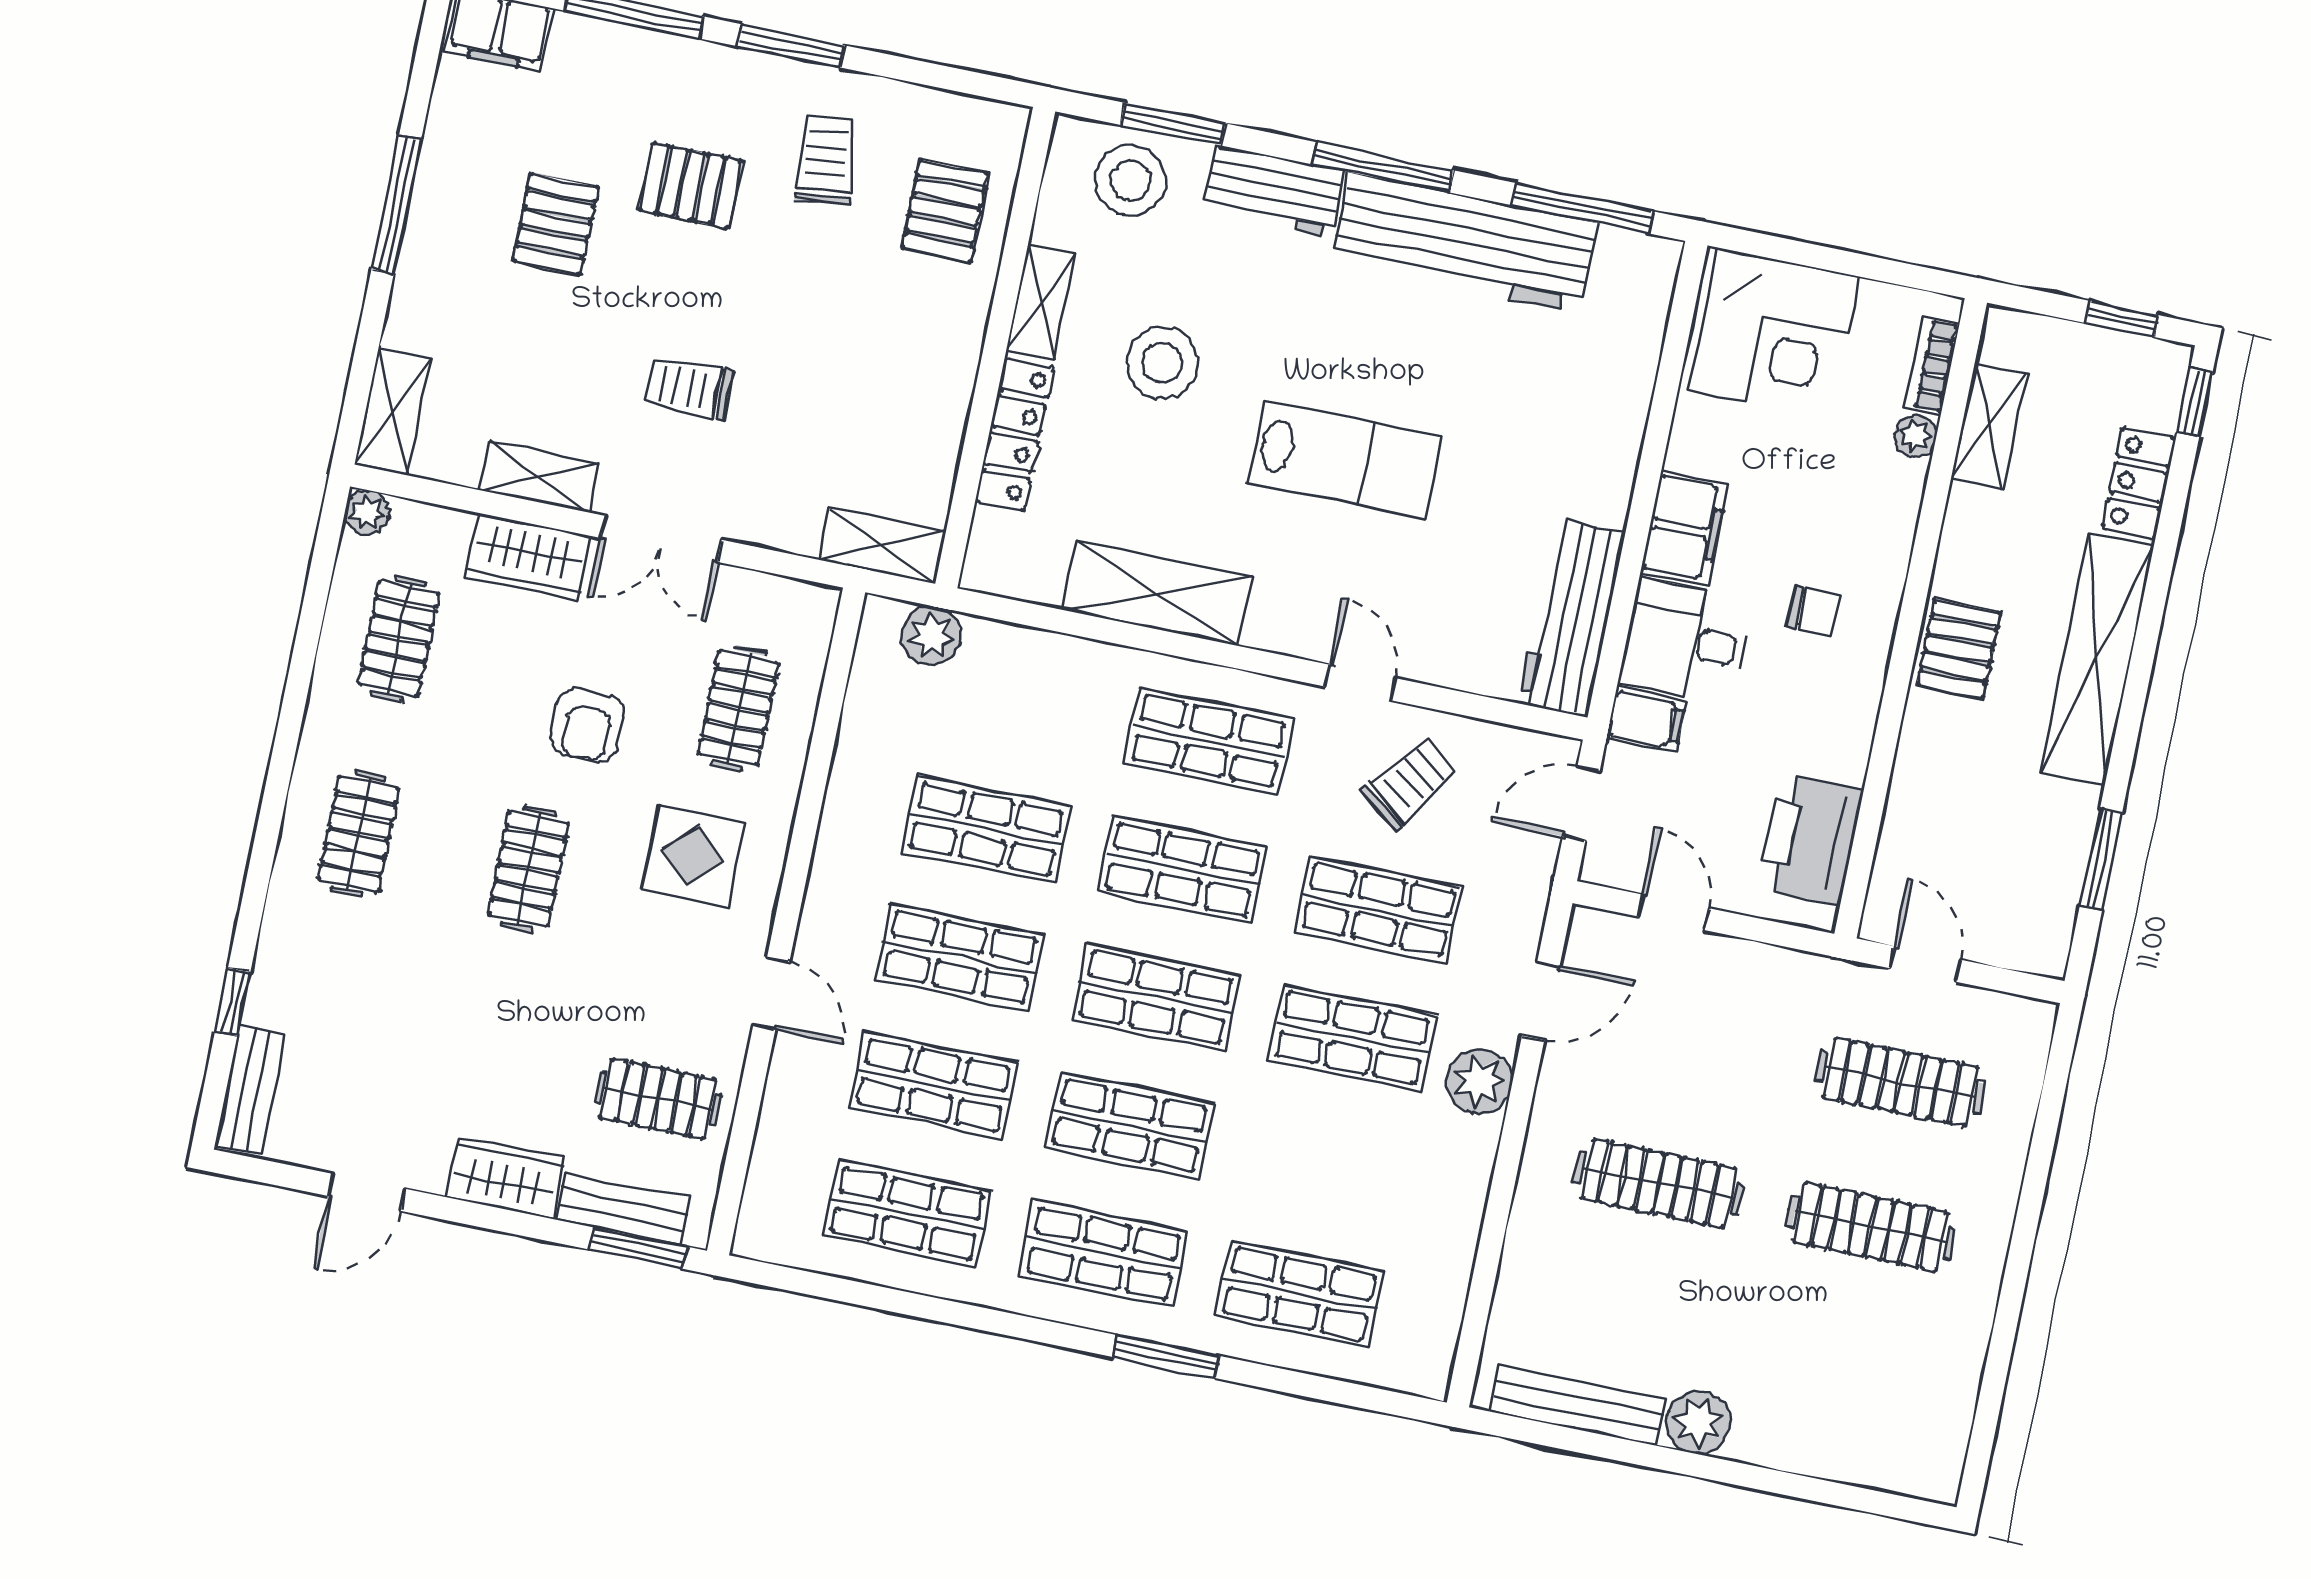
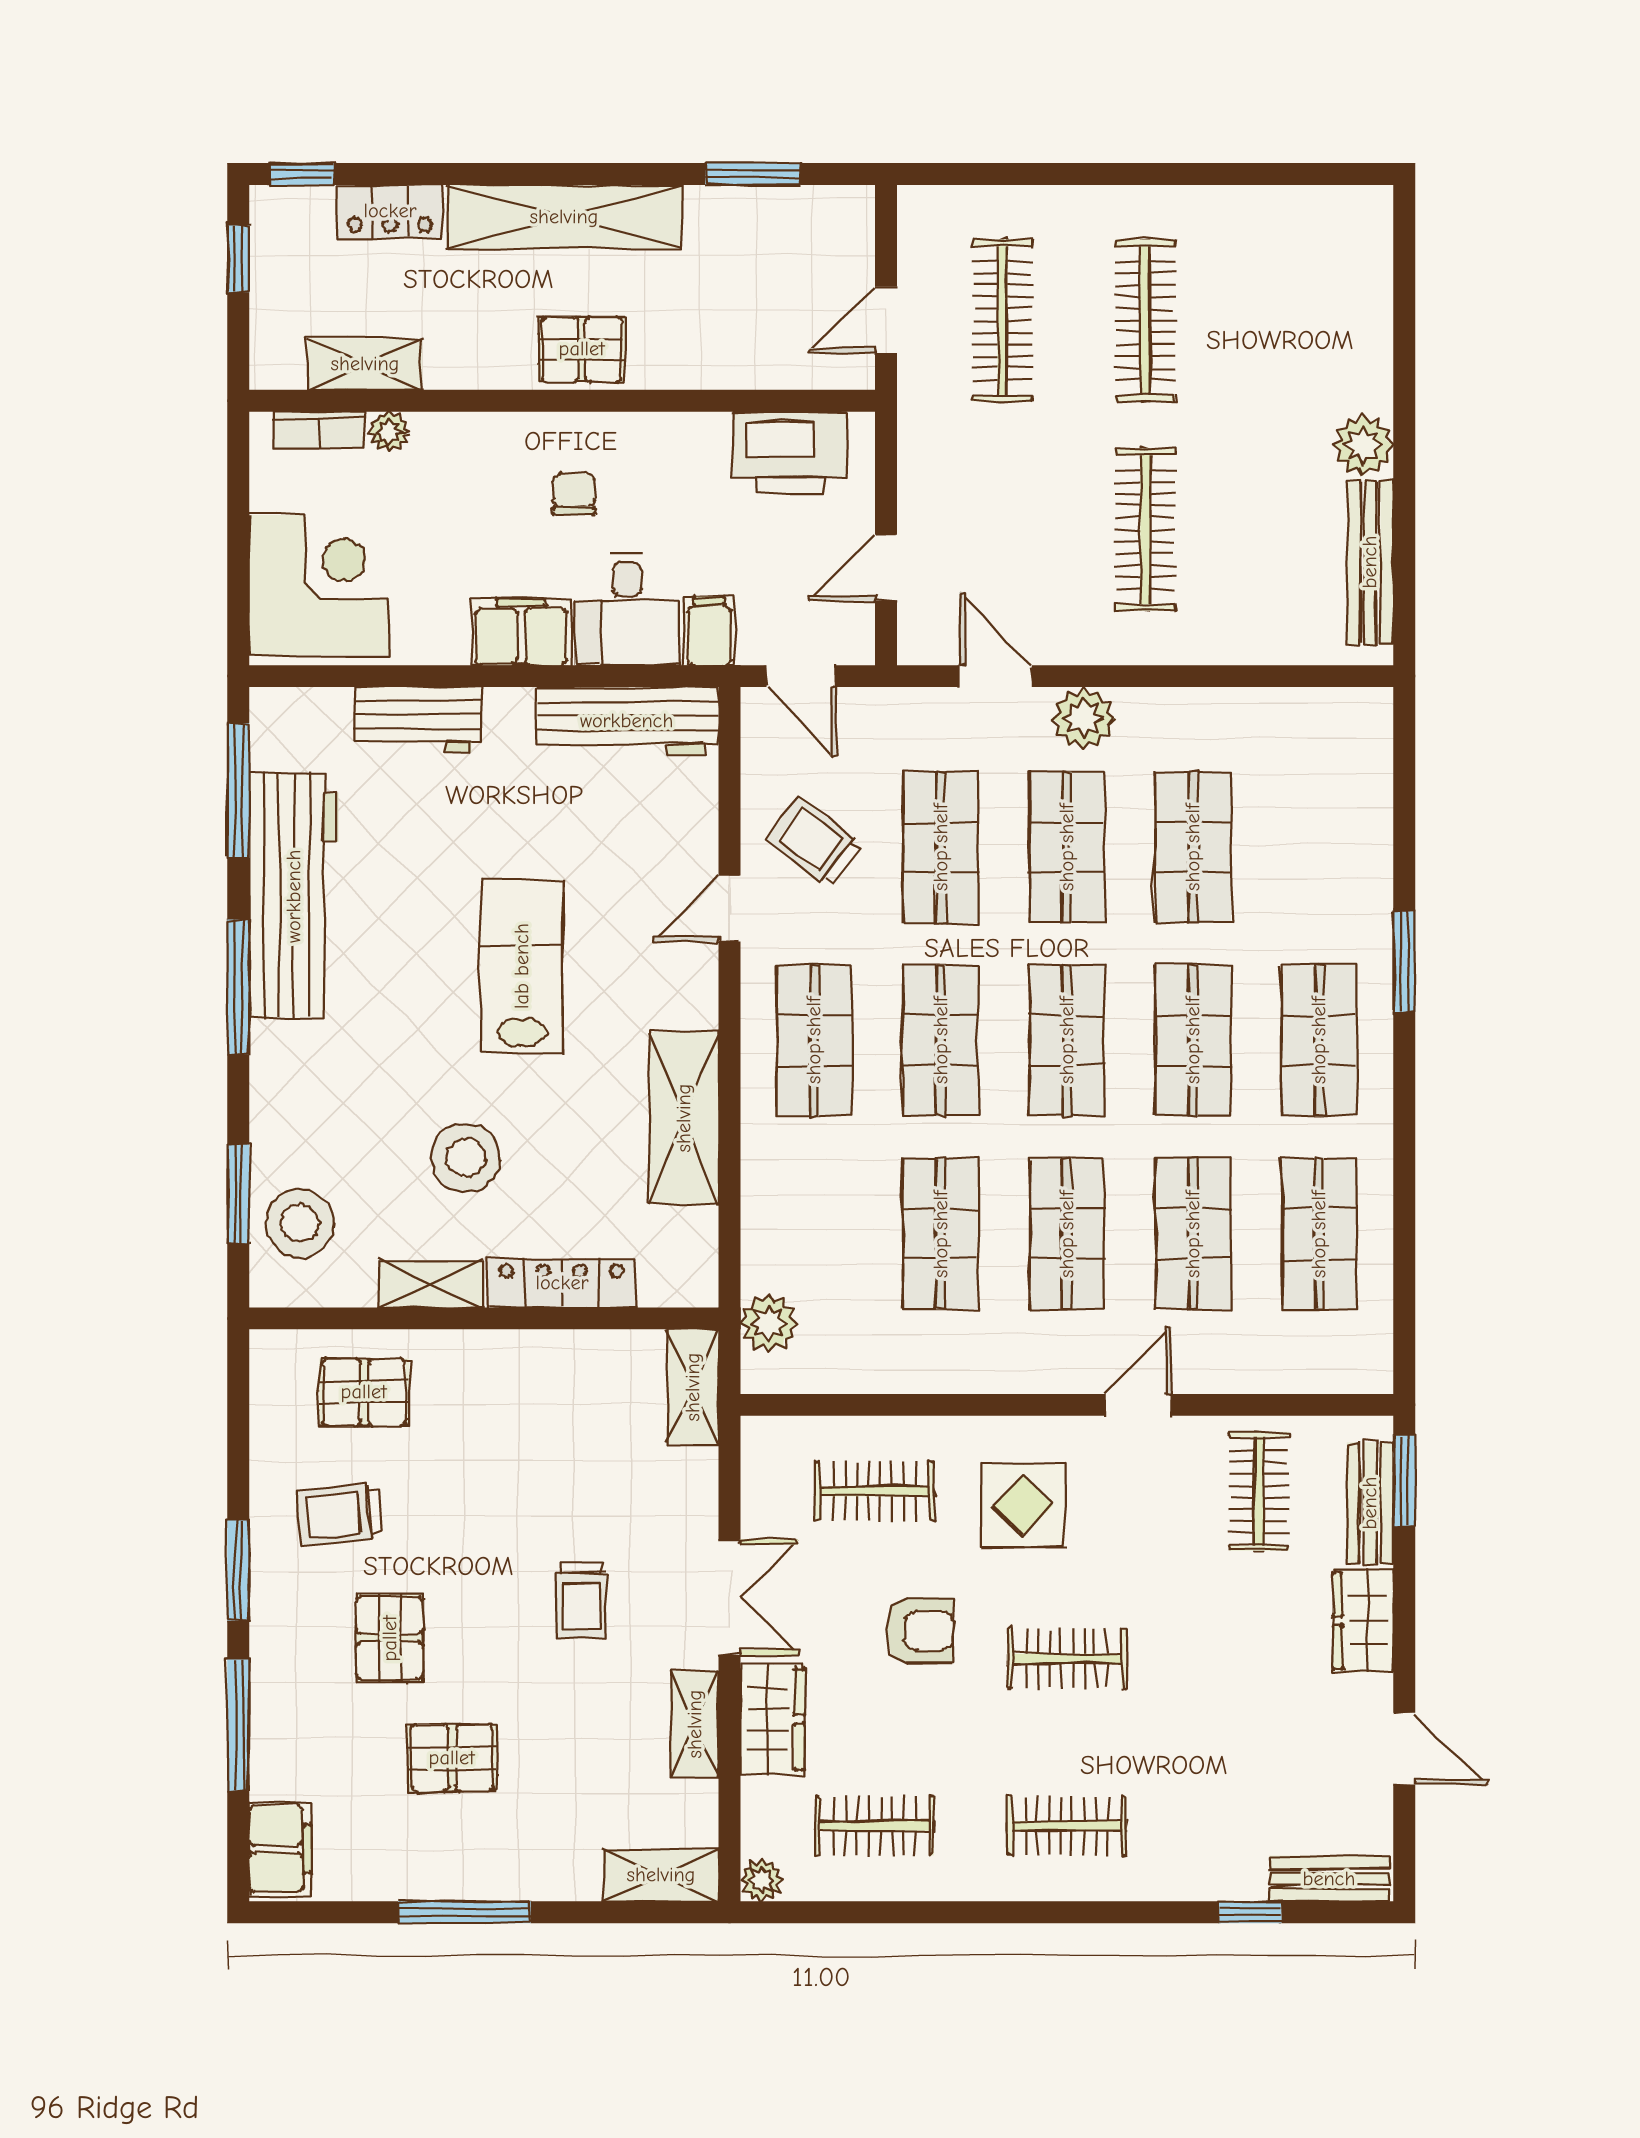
workbench: (1273, 191) -> (418, 720), moved, turned 90
shop shelf: (1299, 1294) -> (1193, 847), moved

